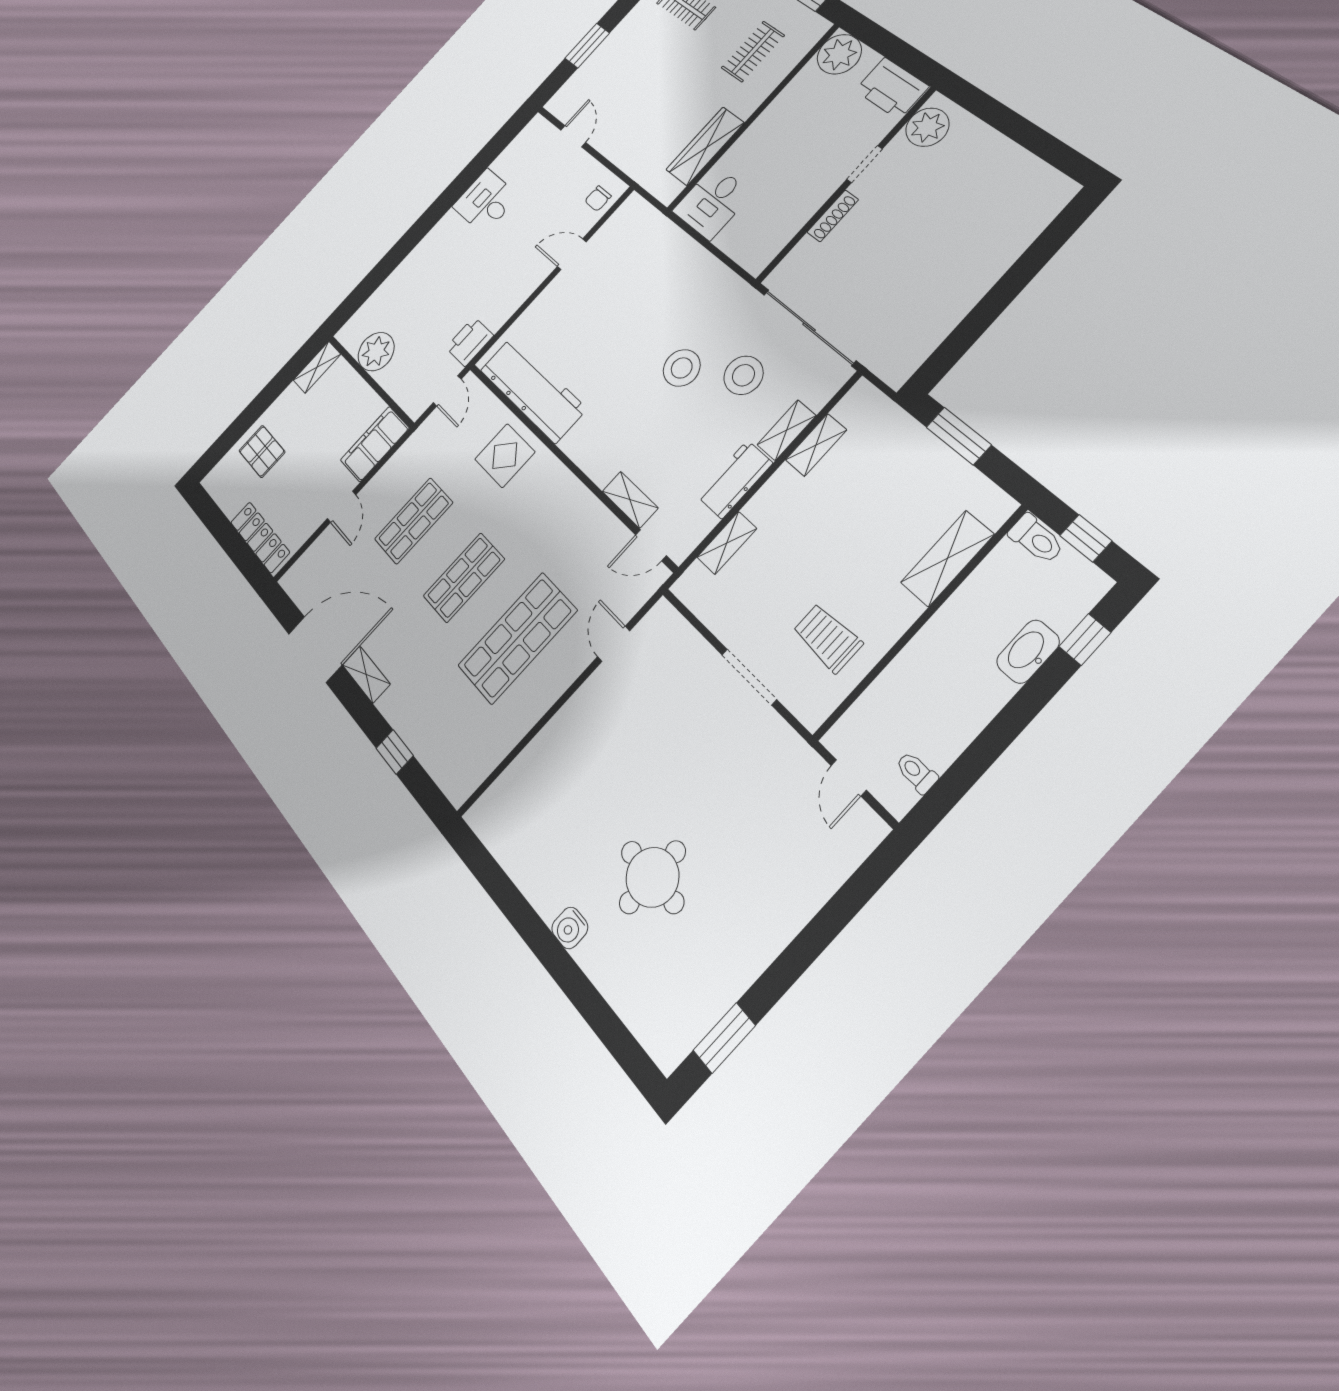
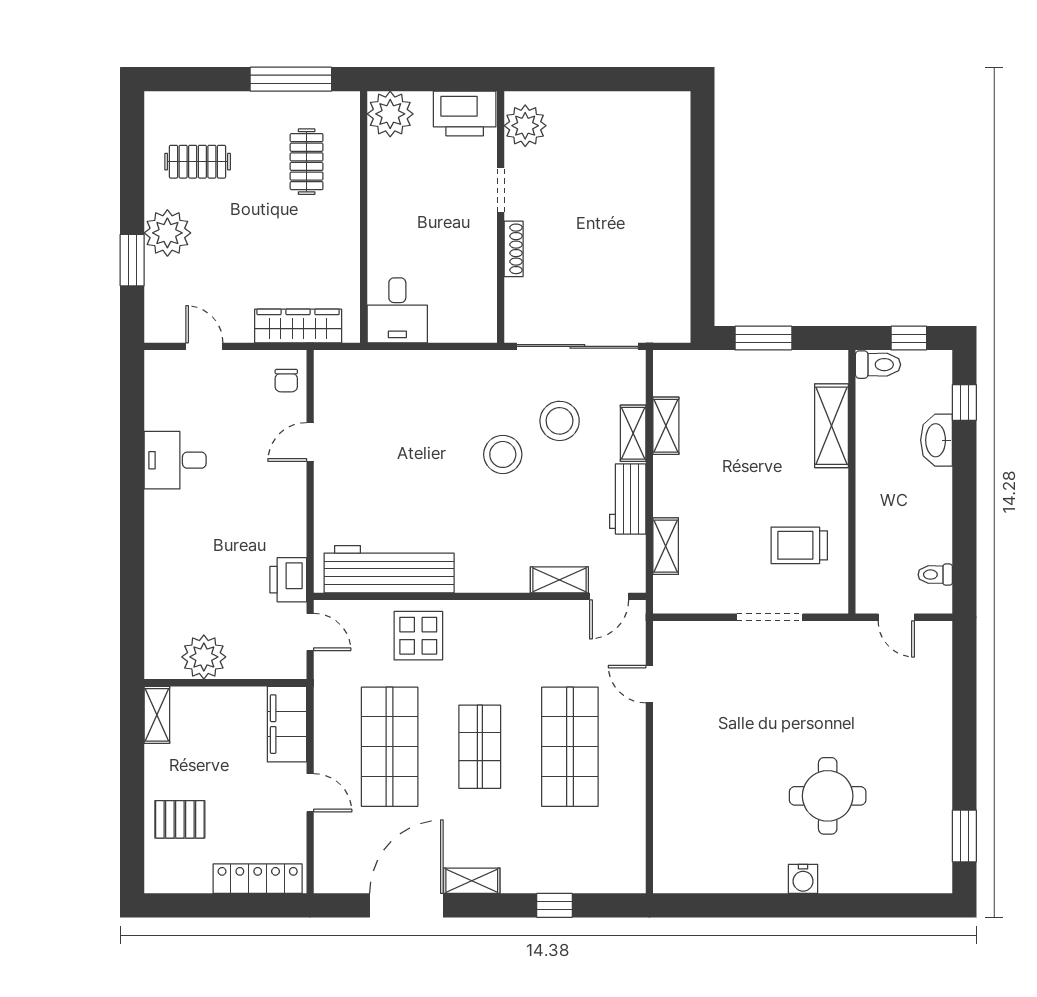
plant: (624, 42) -> (167, 233), added
wardrobe: (705, 146) -> (298, 326), moved, turned 90
shop shelf: (414, 521) -> (390, 747), width x1.43, depth x1.36

